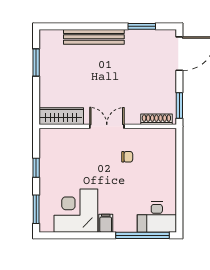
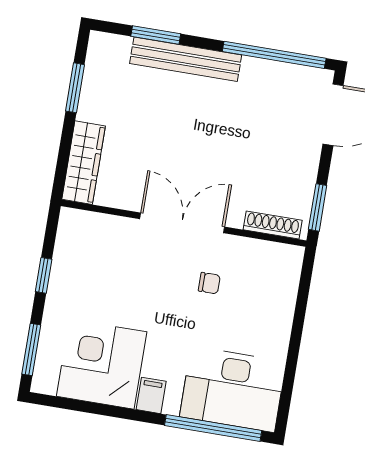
window: (75, 26) -> (156, 35), added
window: (142, 26) -> (274, 55), width x2.11
wardrobe: (61, 116) -> (84, 163), moved, turned 90
double door: (107, 126) -> (182, 223), width x1.37
desk: (157, 217) -> (233, 389), width x1.36, depth x1.30

